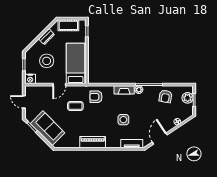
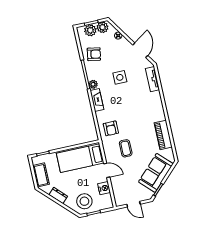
stool: (47, 61) -> (84, 201), moved
nightstand: (30, 79) -> (104, 188), moved
door: (24, 102) -> (133, 204), hinge flipped
plant: (188, 109) -> (102, 27), added
side table: (123, 120) -> (120, 77), moved
door: (160, 139) -> (140, 50), swing flipped
piano: (93, 142) -> (163, 135), moved

